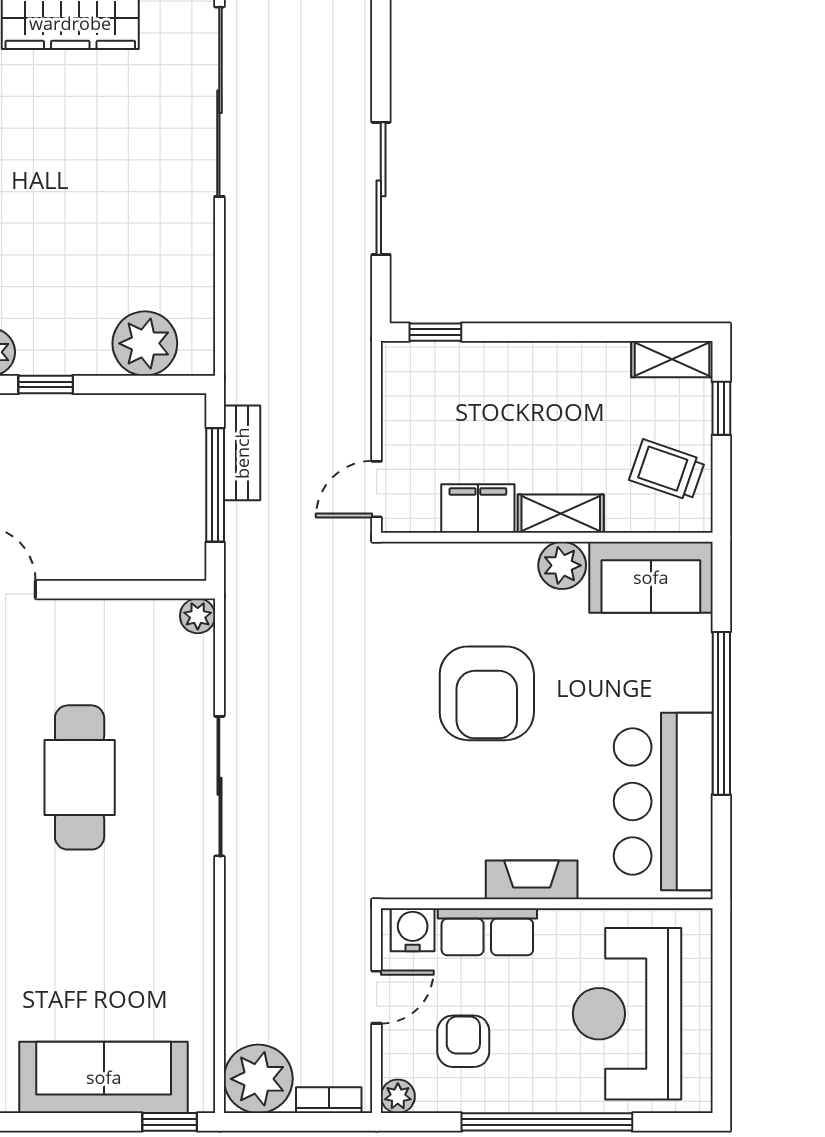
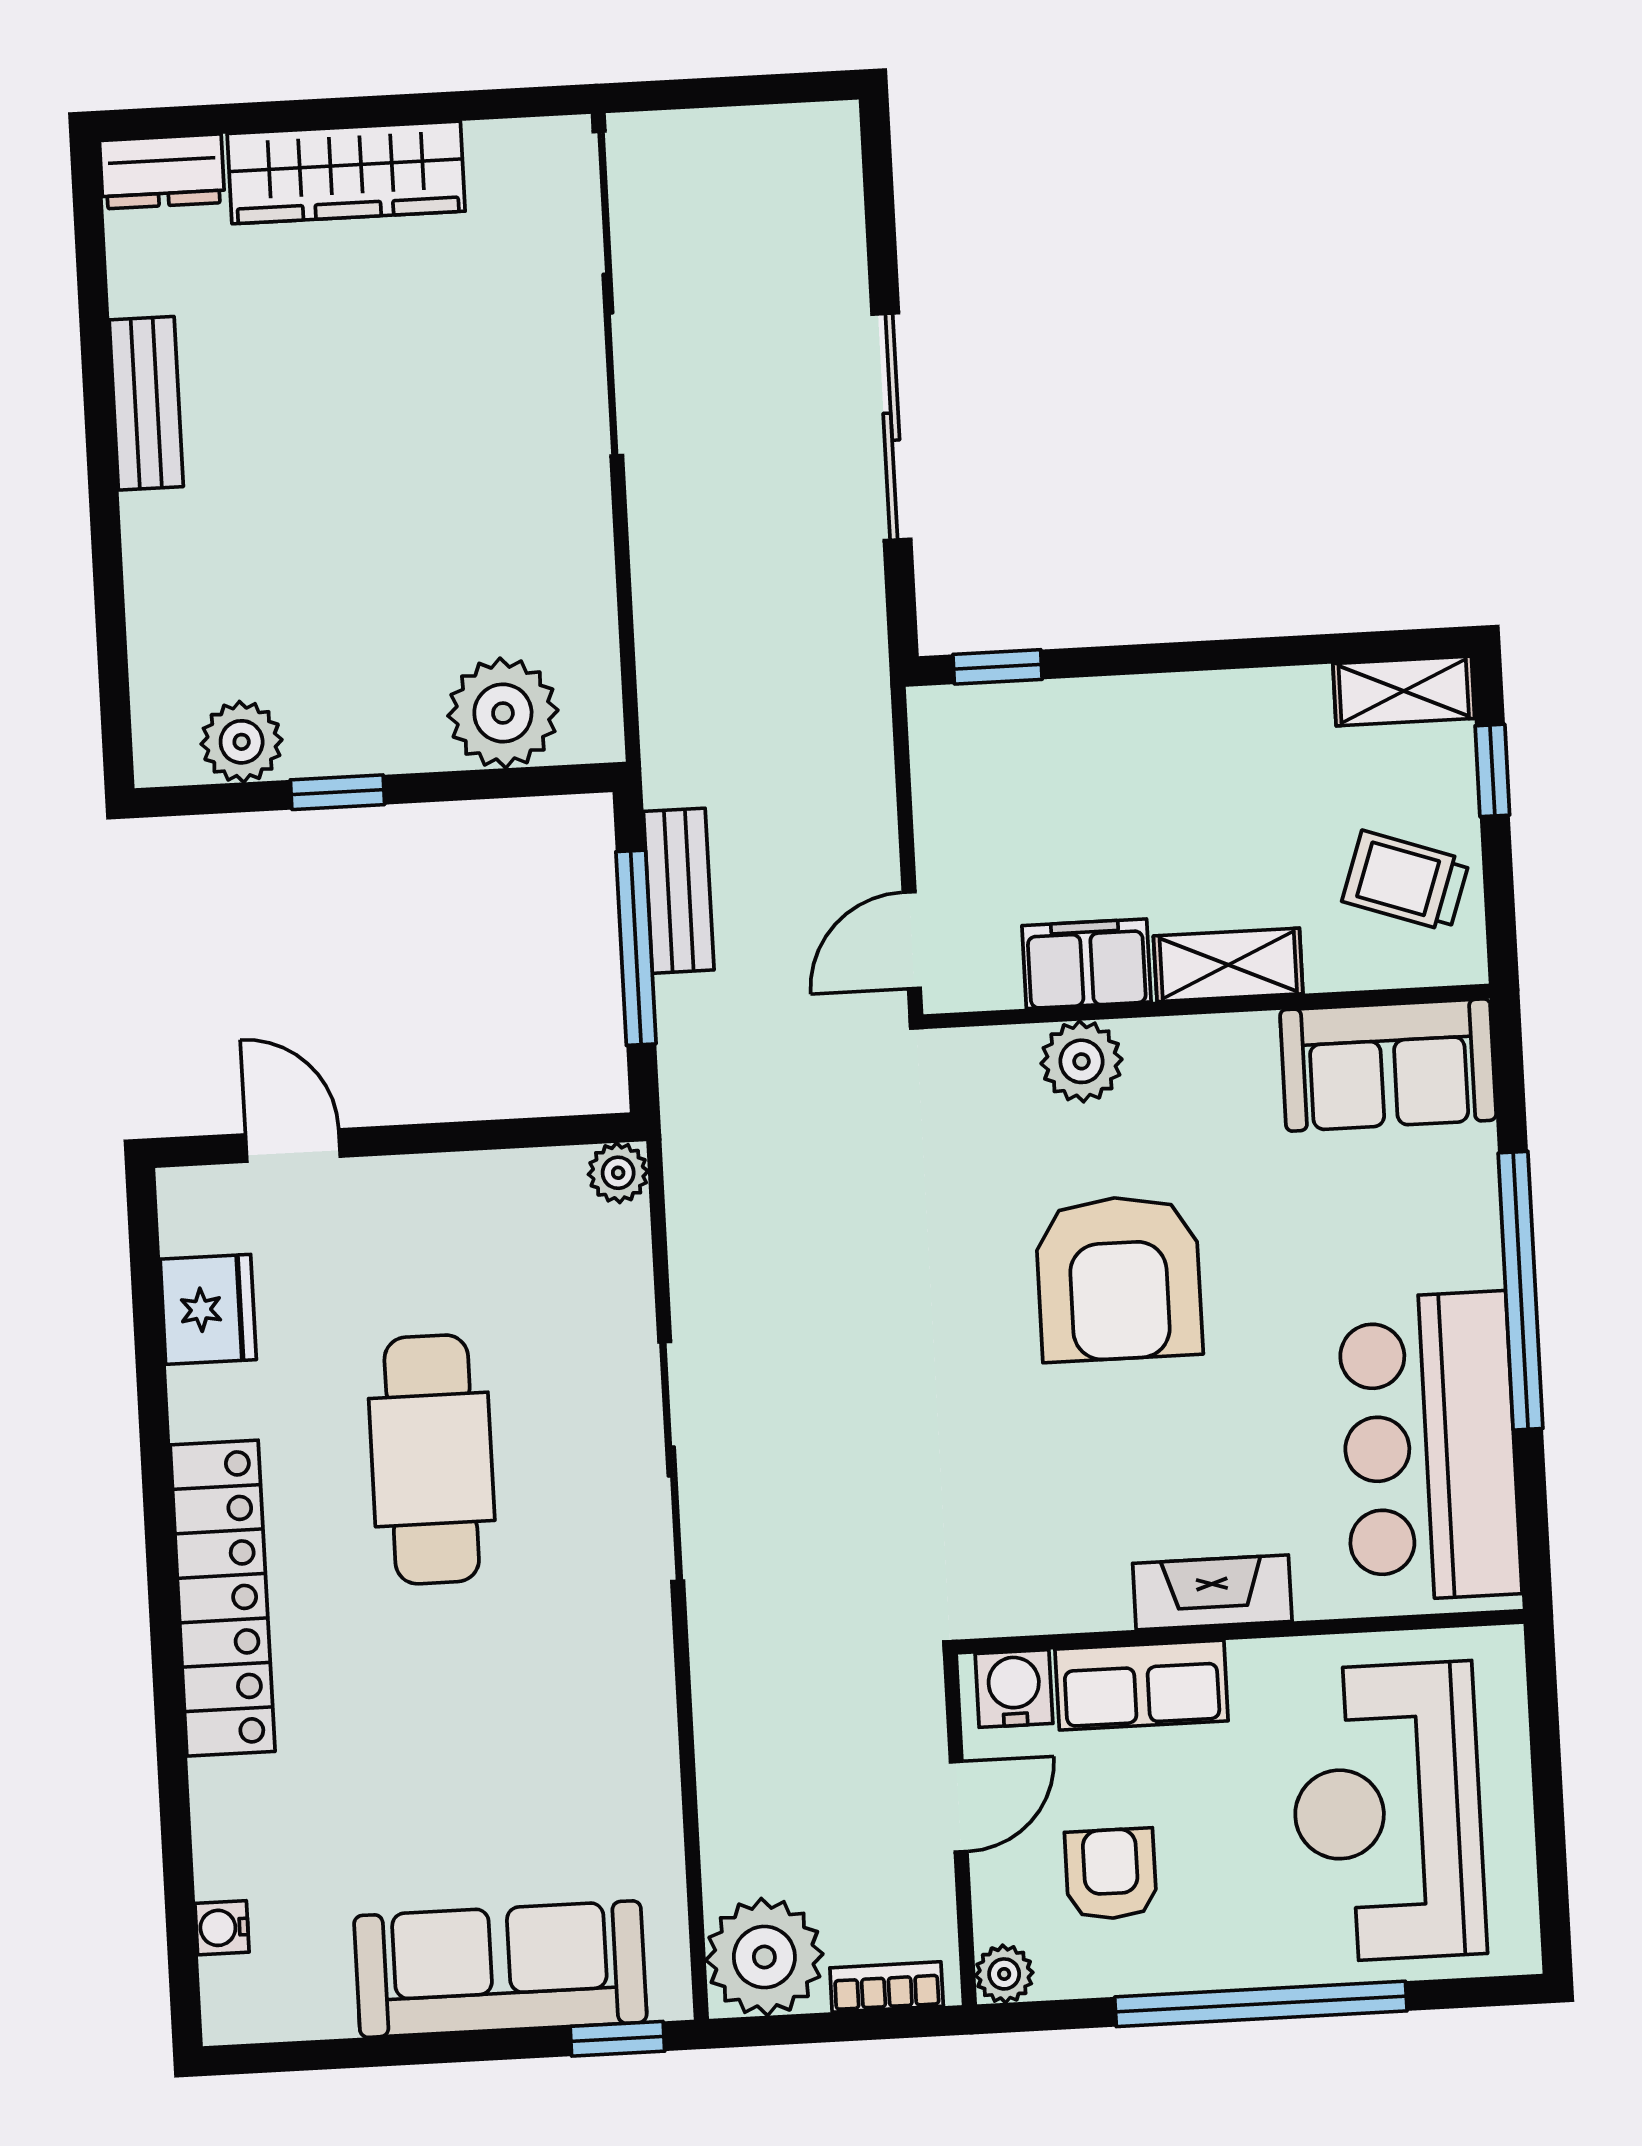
plant: (562, 565) -> (1081, 1061), moved

